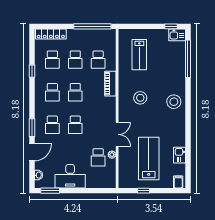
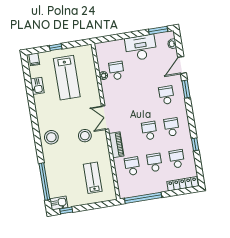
school desk: (75, 125) -> (144, 99), removed
double door: (117, 134) -> (105, 118), moved
window: (144, 191) -> (56, 47), moved

